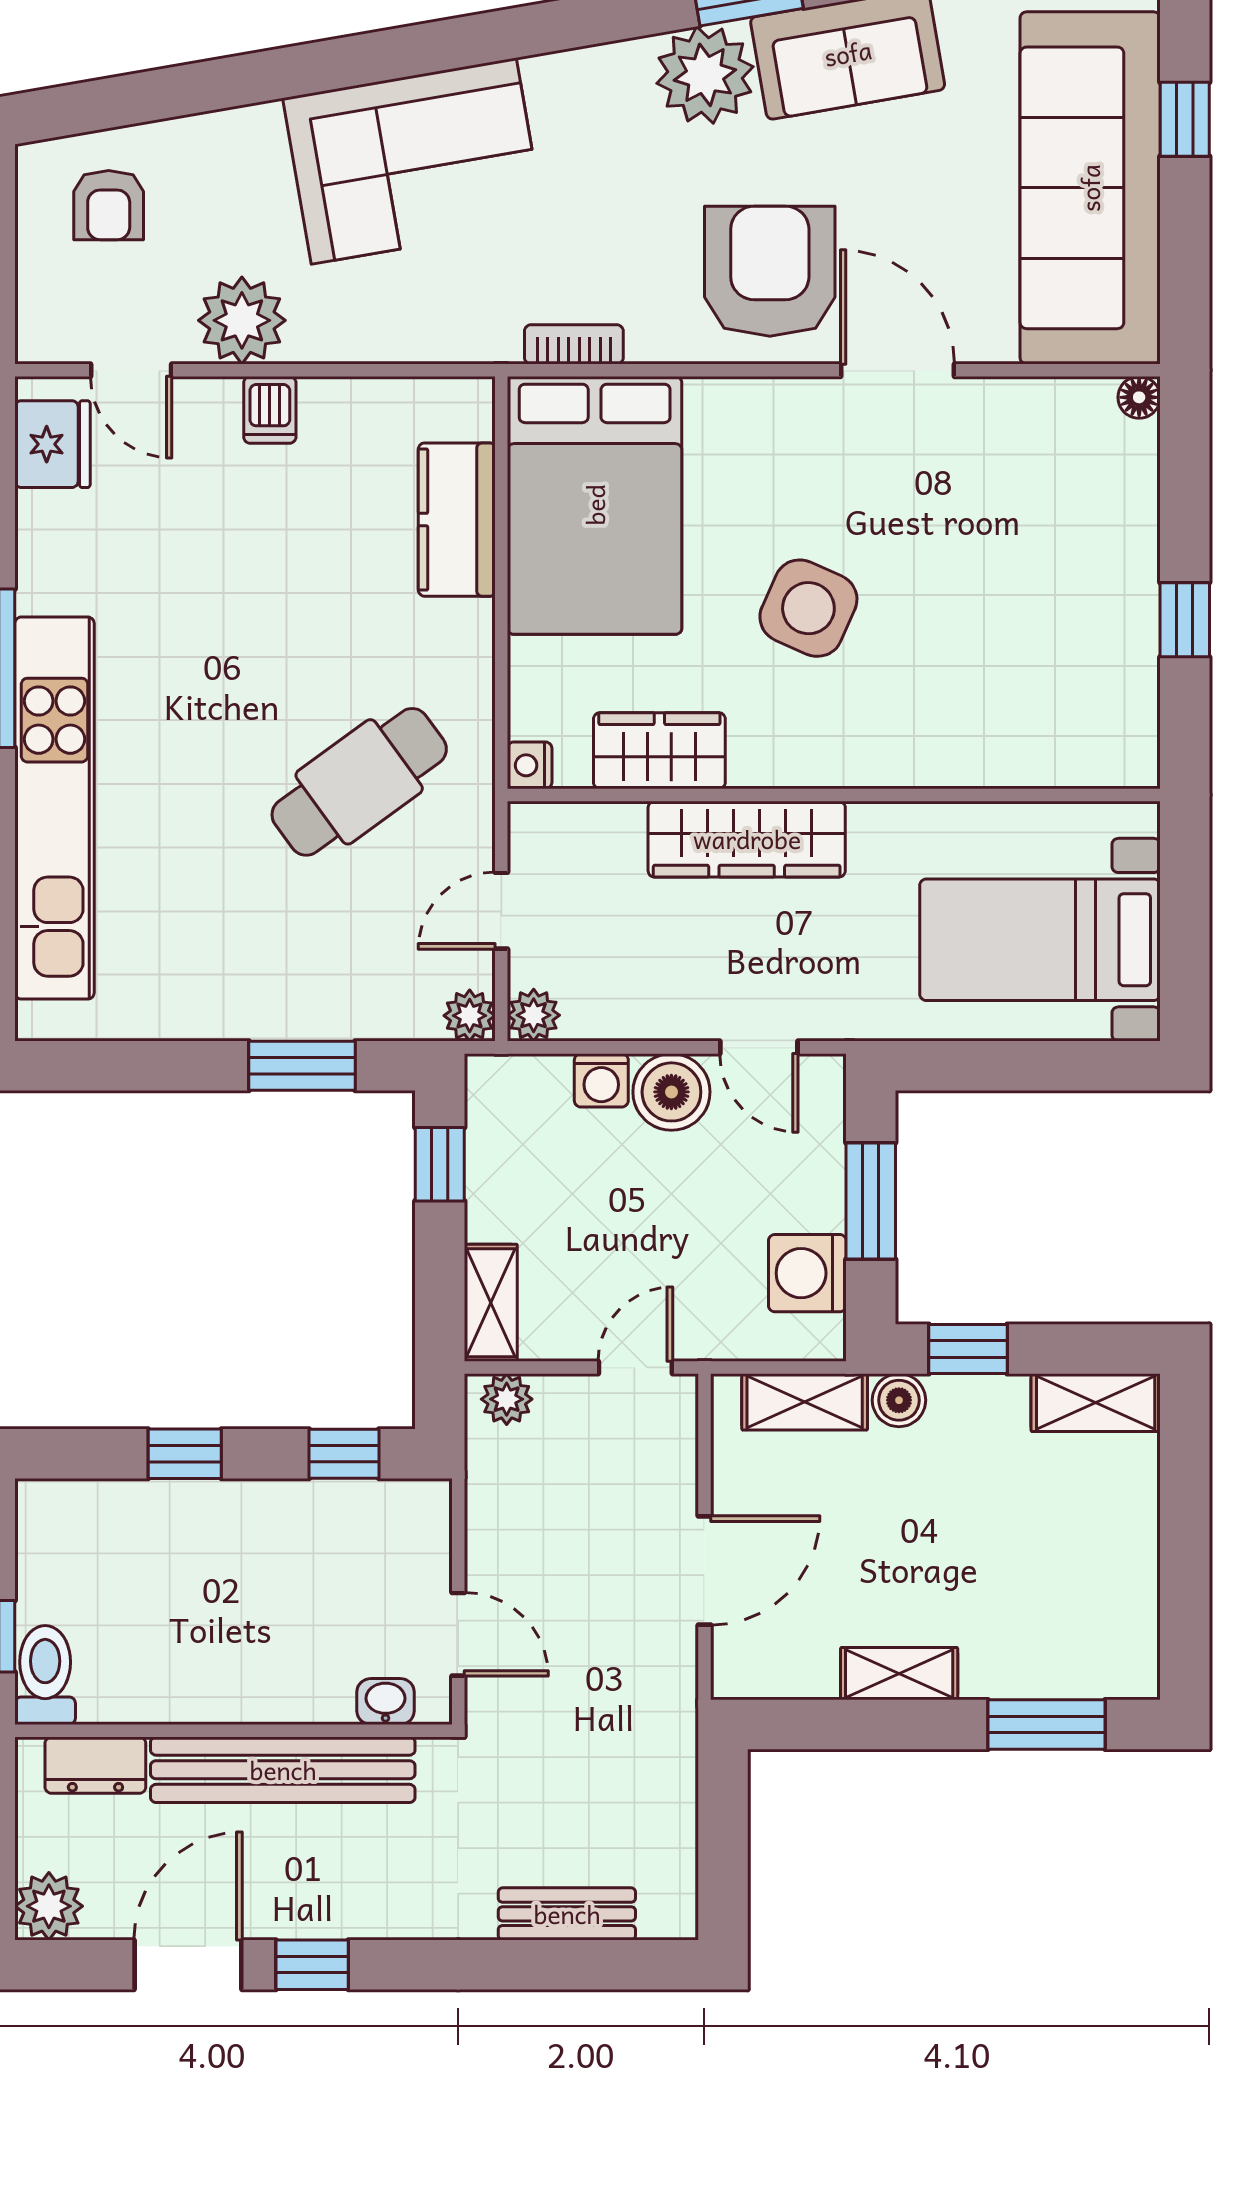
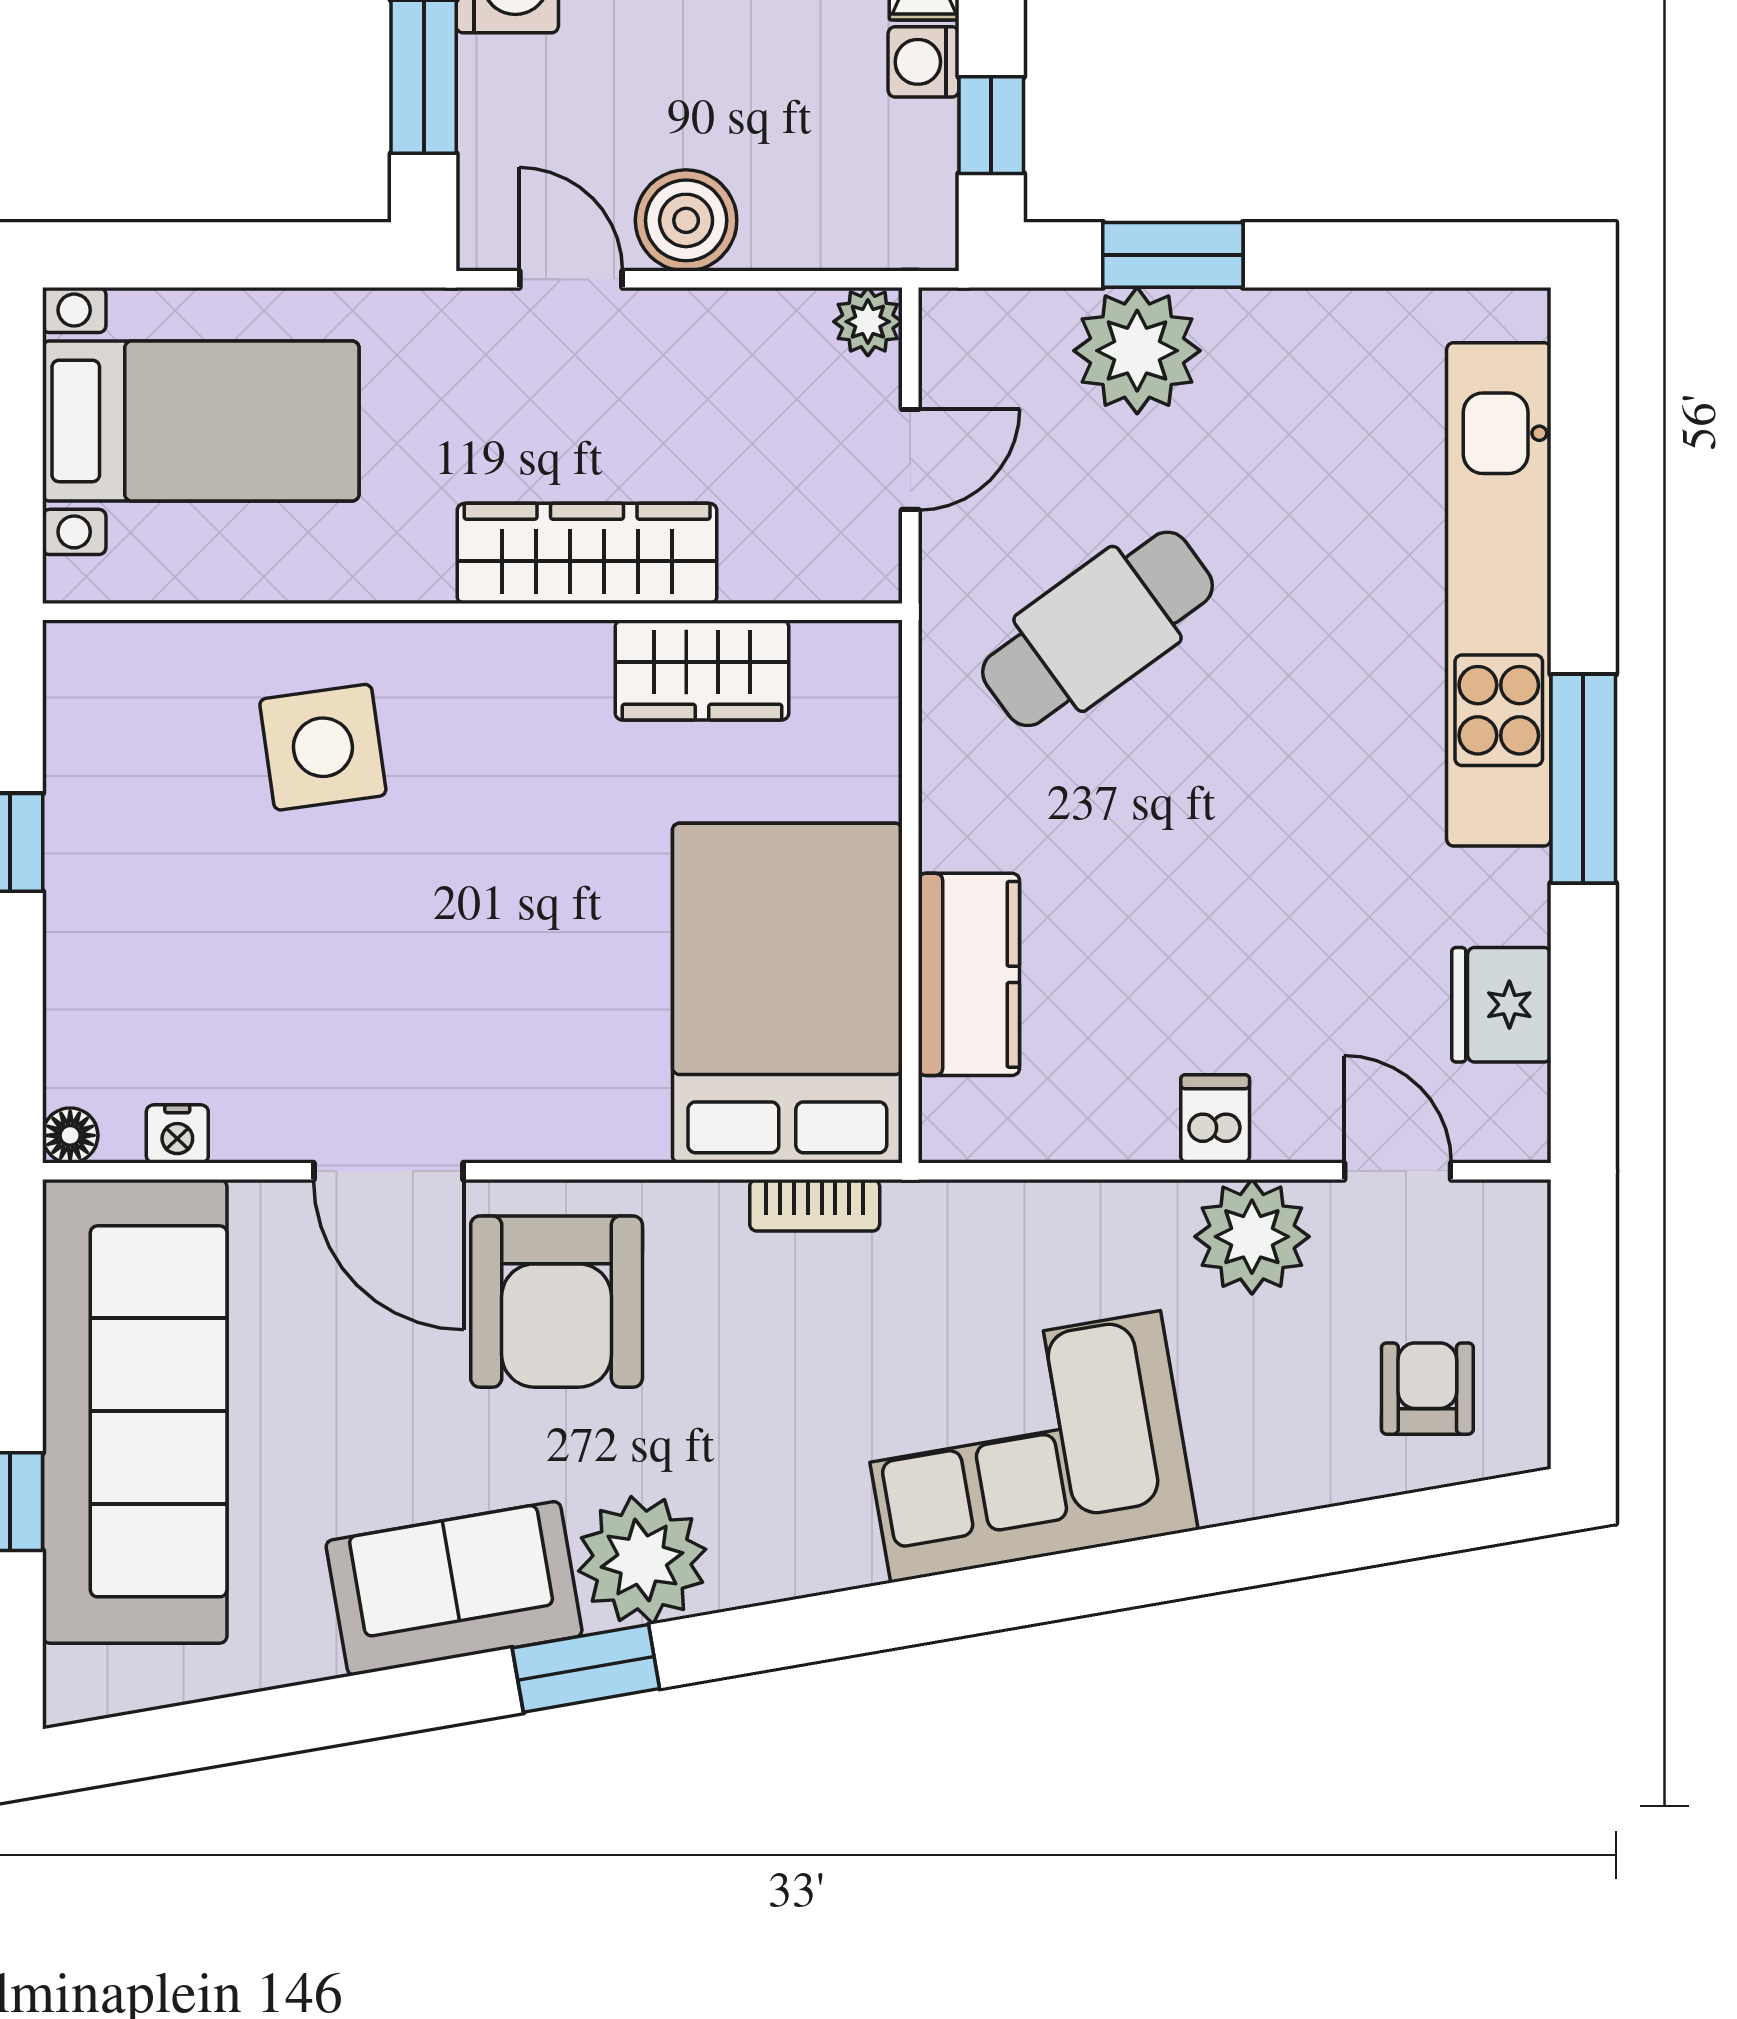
fridge: (53, 444) -> (1501, 1005), moved
side table: (808, 608) -> (323, 747), moved, turned -32
nightstand: (530, 765) -> (177, 1134), moved, turned 90
plant: (470, 1016) -> (1137, 351), moved, width x1.88, depth x1.88
washing machine: (601, 1080) -> (924, 62), moved, turned -90

